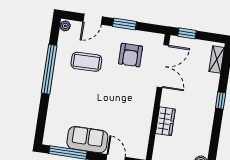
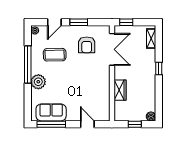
plant: (60, 94) -> (38, 82), added
sofa: (87, 140) -> (51, 112), moved

